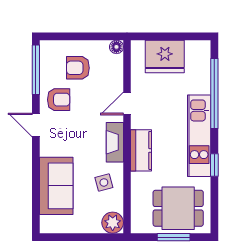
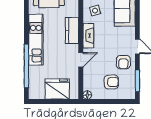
window: (36, 70) -> (137, 81), width x0.69
armchair: (59, 100) -> (123, 62), turned -90
window: (214, 165) -> (26, 21), removed

